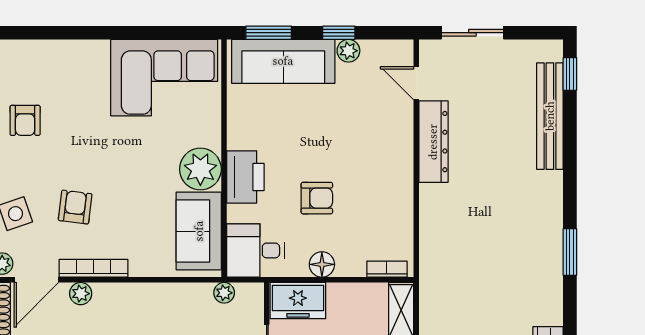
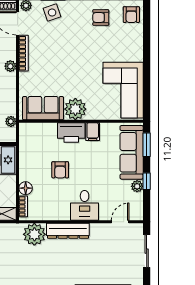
filing cabinet: (244, 136) -> (93, 132), added
dresser: (433, 142) -> (68, 231), moved
armchair: (75, 207) -> (131, 15), moved, turned 83
plant: (440, 248) -> (34, 234), added
desk: (255, 250) -> (85, 205), moved, turned 180
floor lamp: (322, 264) -> (26, 188), moved
plant: (81, 294) -> (10, 66), moved

